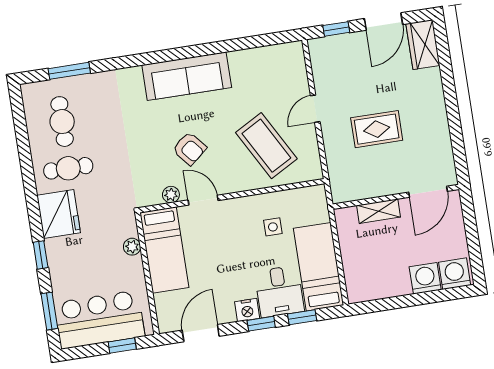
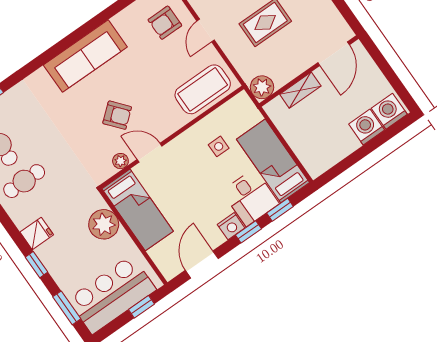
armchair: (280, 82) -> (165, 23), added
coffee table: (266, 146) -> (203, 89), moved, turned -61
plant: (343, 190) -> (262, 87), added
fridge: (59, 214) -> (37, 233), width x0.53, depth x0.75
plant: (132, 247) -> (104, 224), width x1.88, depth x1.88

